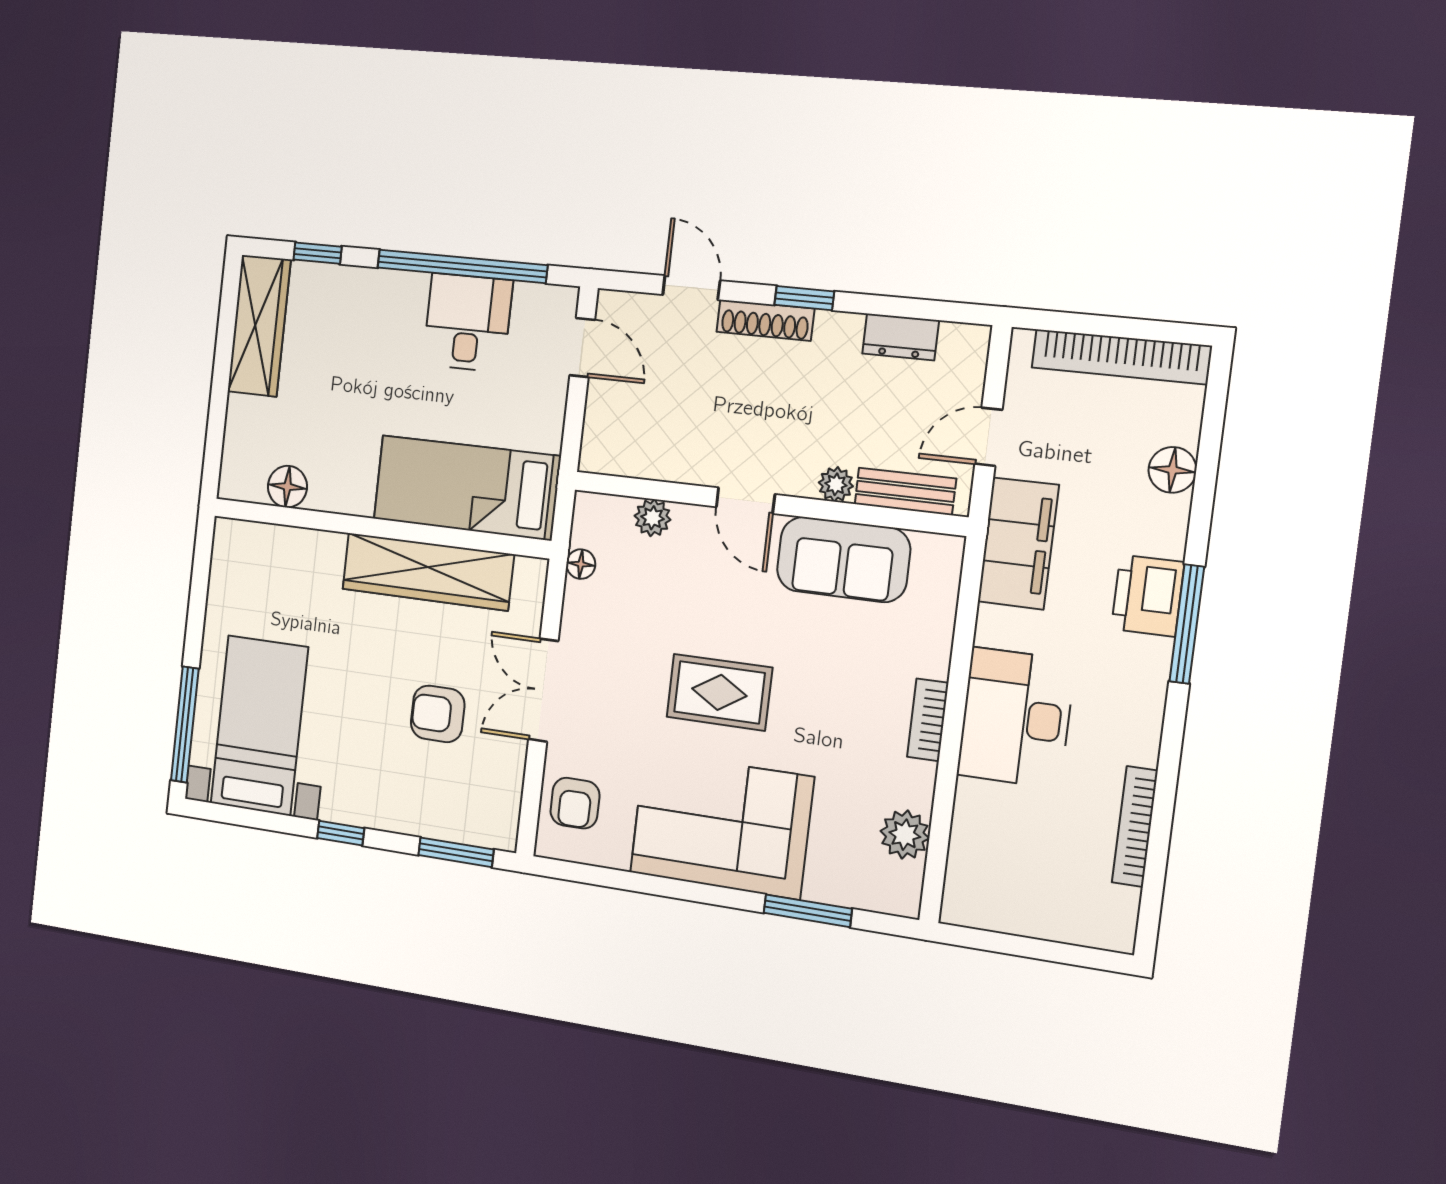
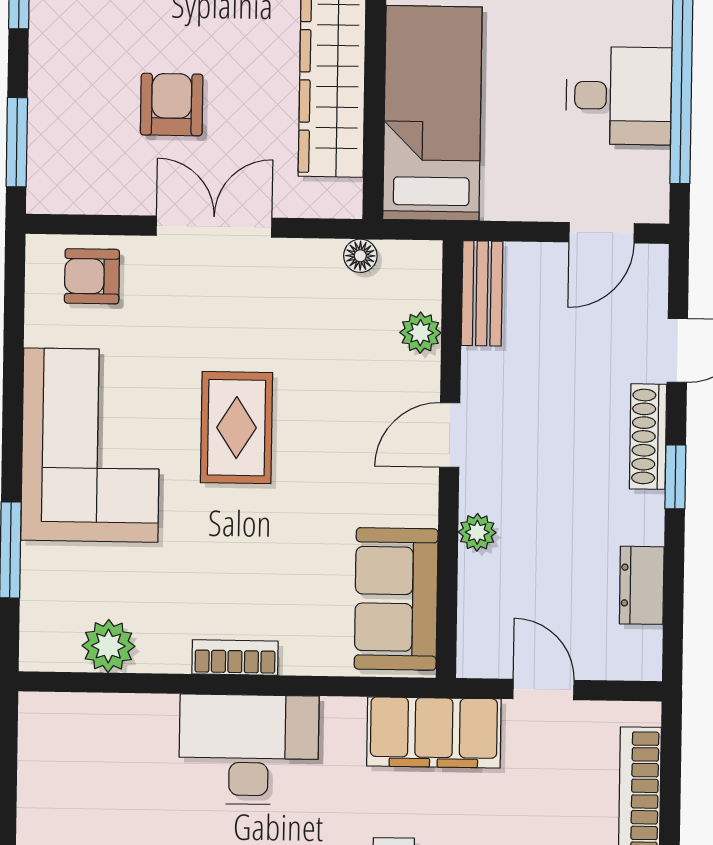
bench: (905, 491) -> (482, 293), moved
sofa: (843, 559) -> (396, 599), moved

